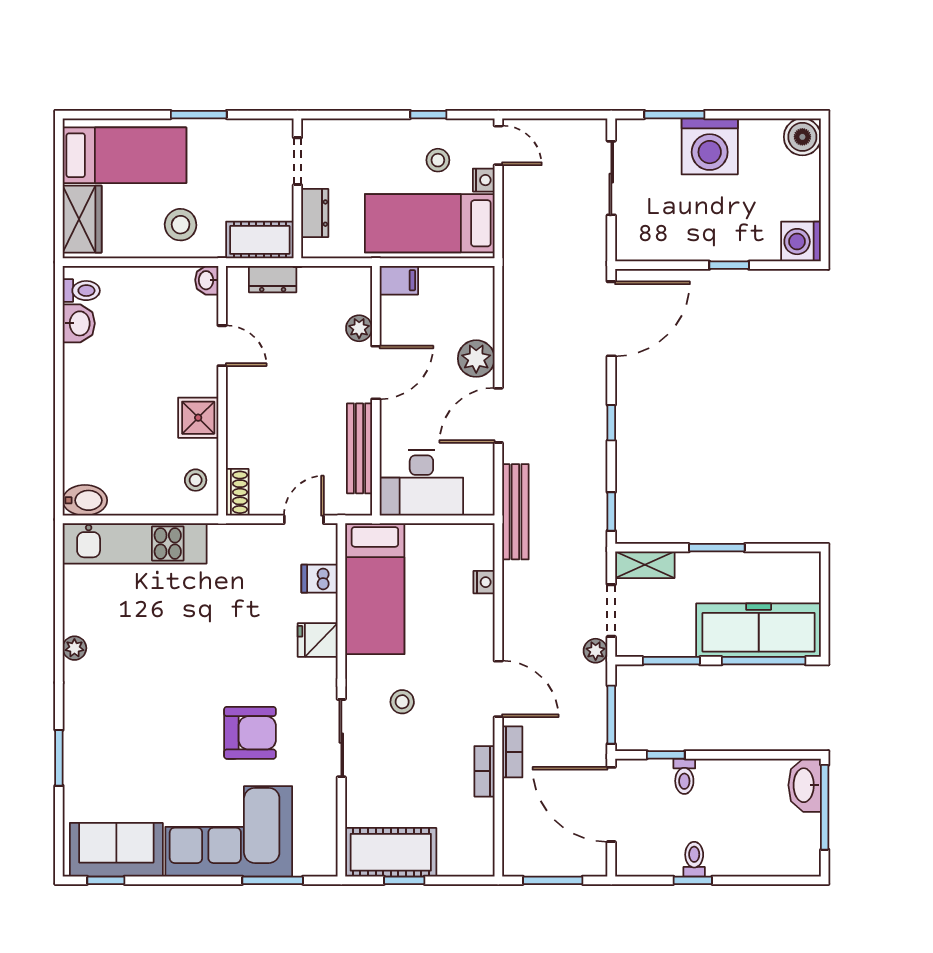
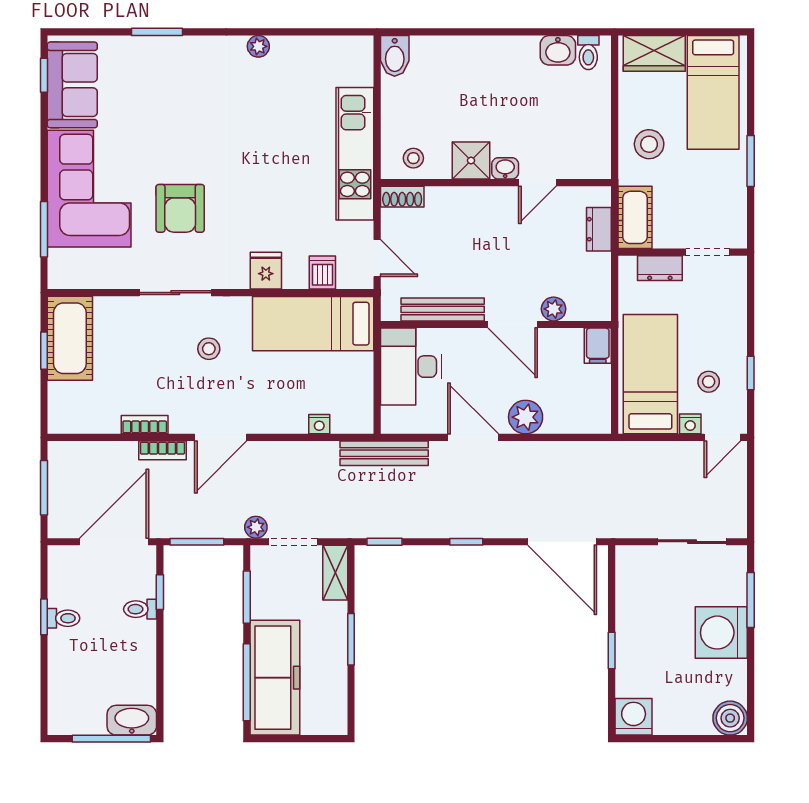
washbasin: (207, 280) -> (505, 168), moved
kitchen unit: (135, 543) -> (355, 154), moved

